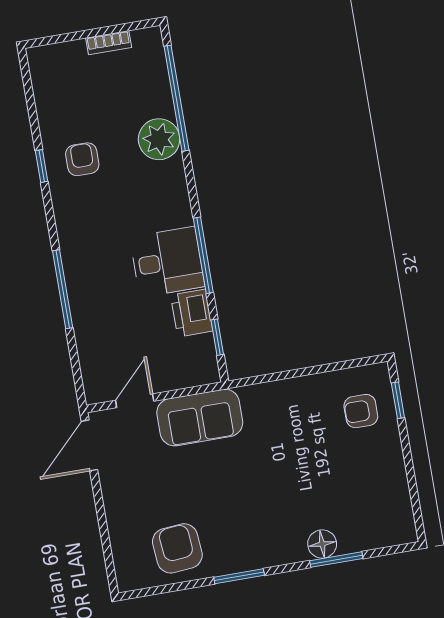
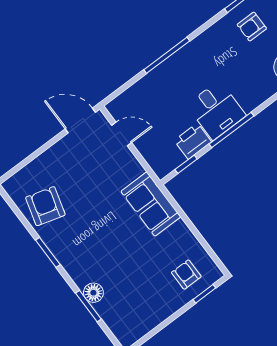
armchair: (82, 159) -> (252, 27), turned 180
sofa: (200, 418) -> (151, 204), moved
armchair: (177, 548) -> (45, 206), turned -69

